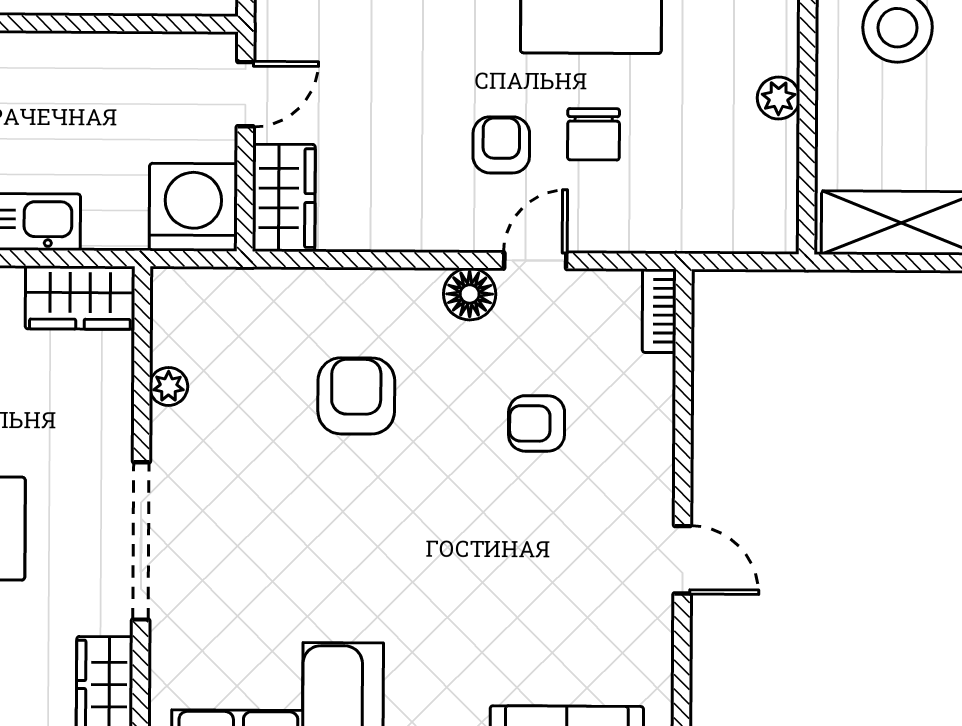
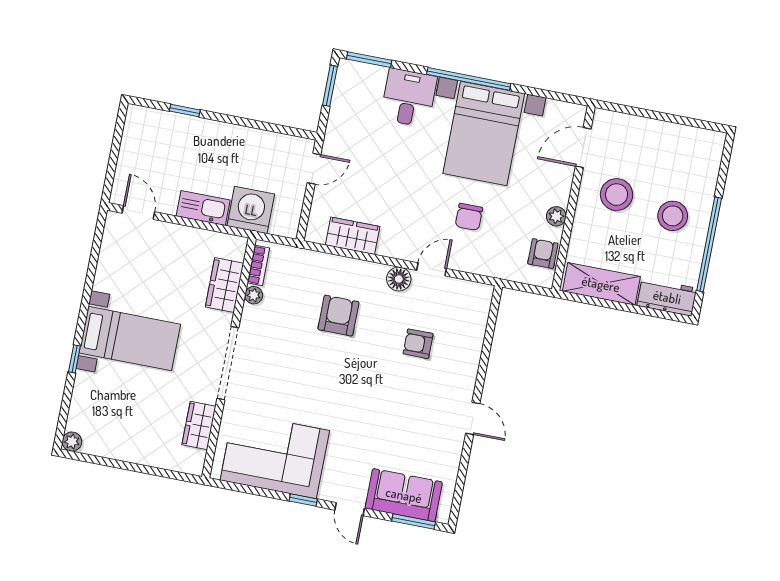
armchair: (501, 145) -> (543, 254), moved
wardrobe: (284, 198) -> (353, 236), moved, turned -90
washing machine: (193, 207) -> (251, 210), moved
wardrobe: (80, 298) -> (225, 285), moved, turned 90
bookcase: (659, 311) -> (258, 265), moved, turned 180

